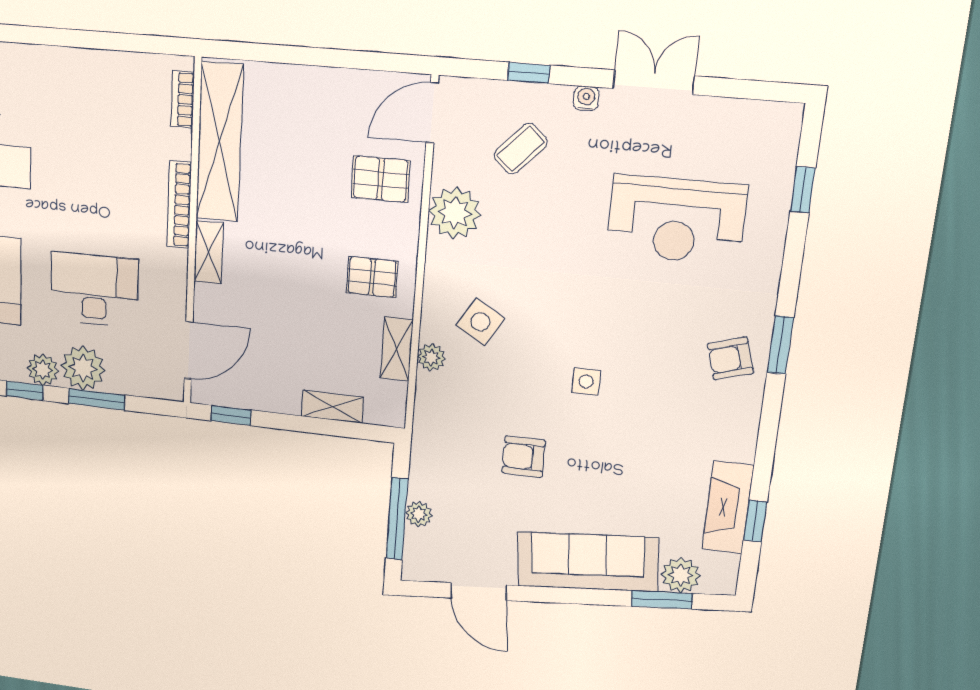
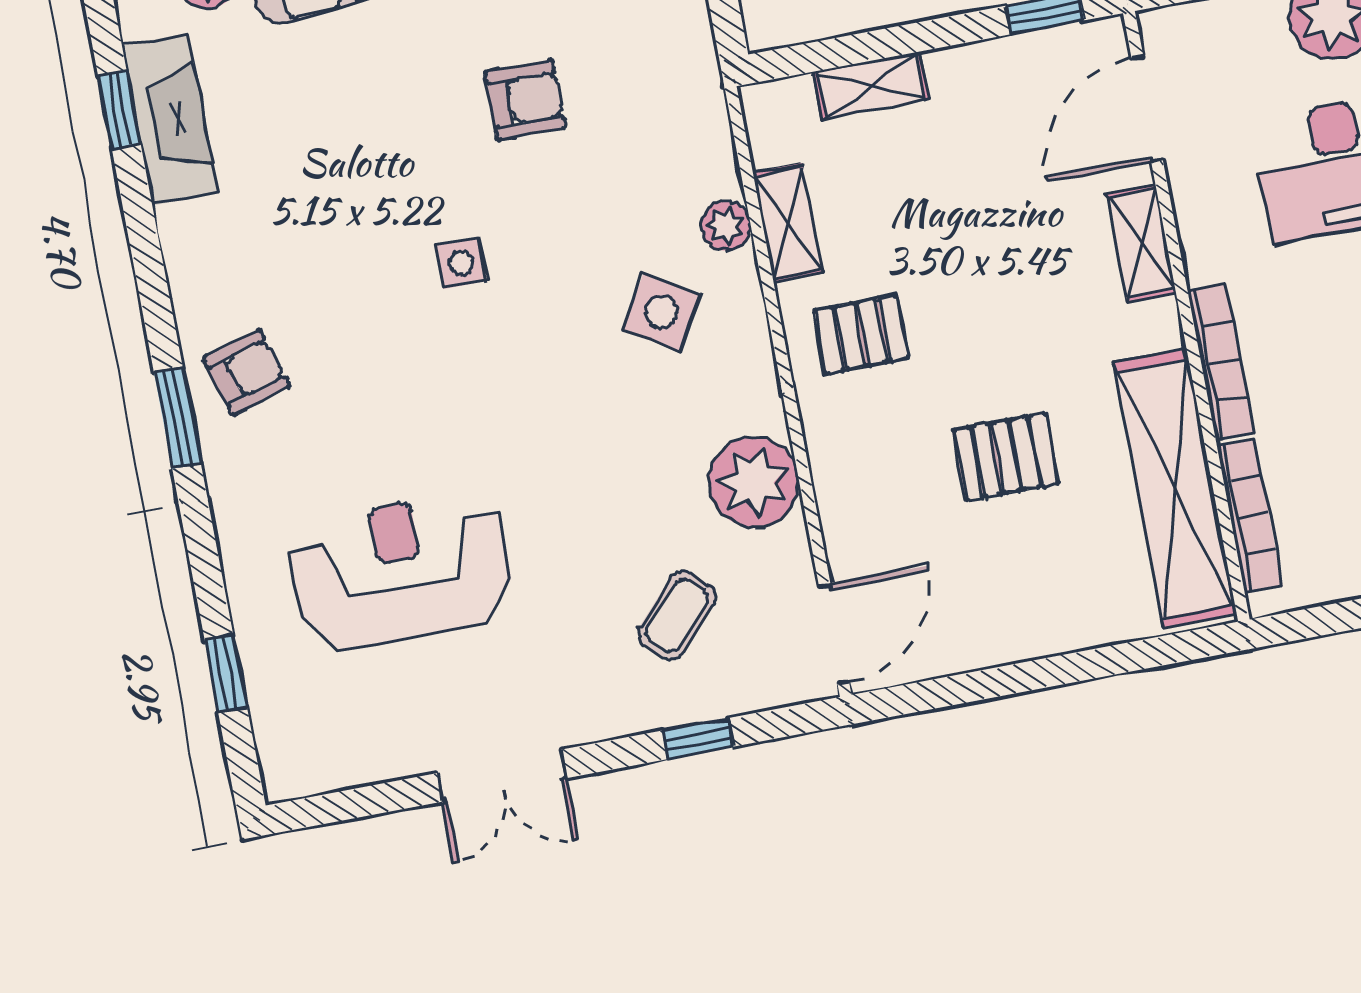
water cooler: (586, 98) -> (597, 723), removed
bookcase: (183, 99) -> (1250, 516), width x1.56
pallet: (381, 179) -> (1006, 457), moved
shelving: (209, 252) -> (1141, 243), moved

